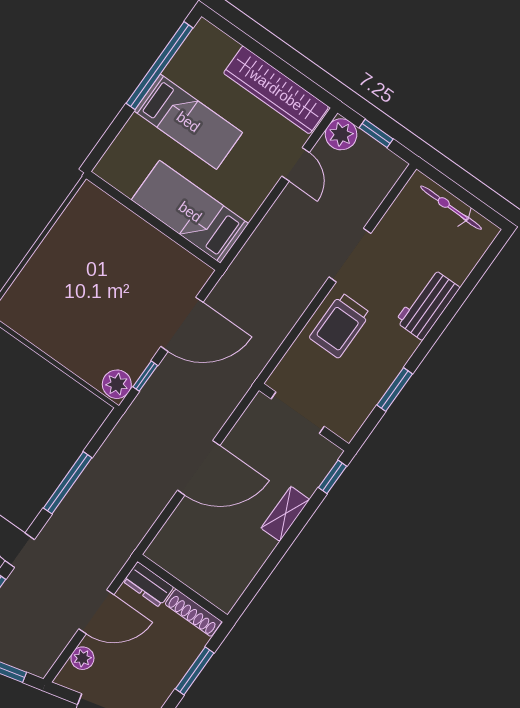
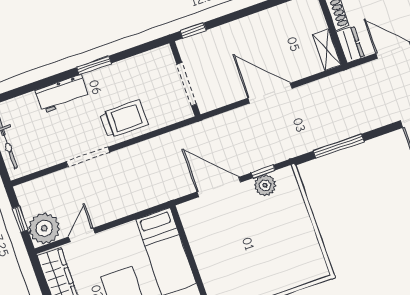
plant: (341, 134) -> (44, 228), width x1.36, depth x1.36
plant: (117, 384) -> (265, 185), moved
window: (395, 389) -> (94, 65), moved
window: (68, 483) -> (339, 146), moved
shelving: (285, 514) -> (327, 50), moved, turned 90

